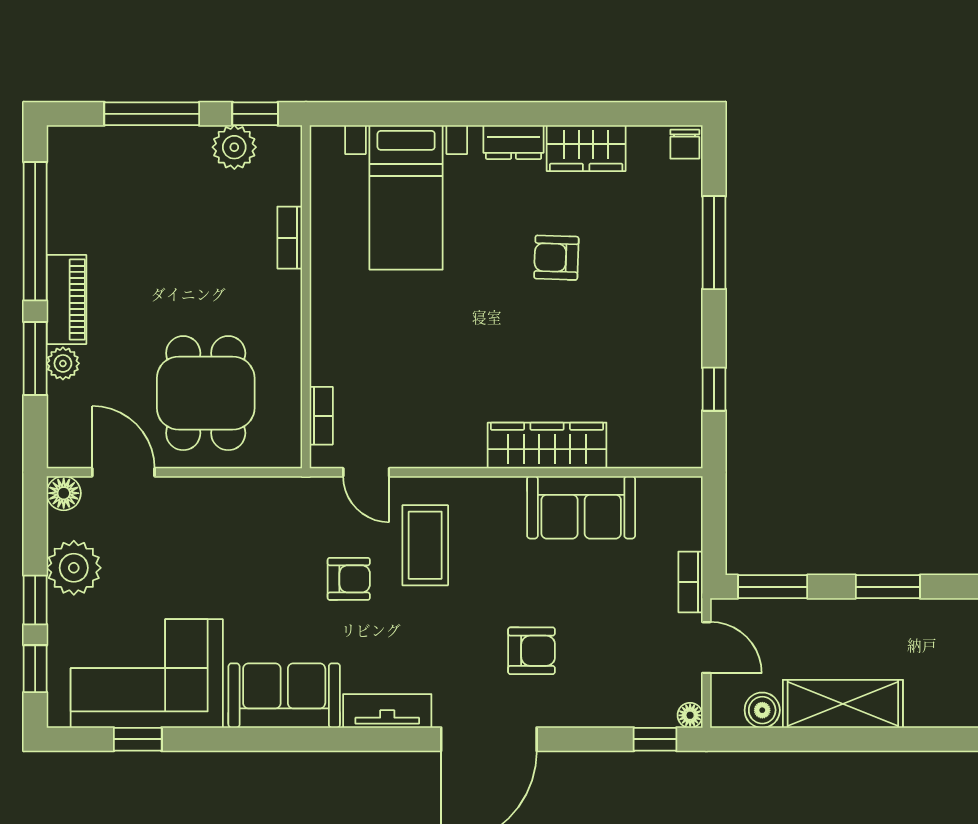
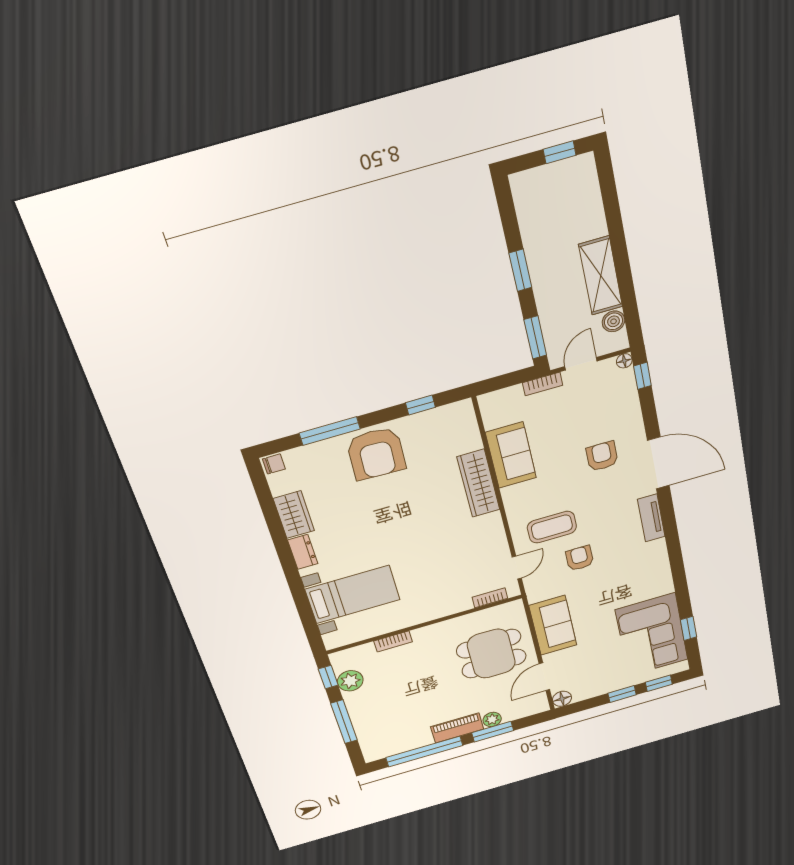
armchair: (556, 258) -> (376, 453), moved, width x1.88, depth x1.88
plant: (74, 568) -> (601, 683), removed
sofa: (284, 696) -> (553, 625), moved, turned 180

